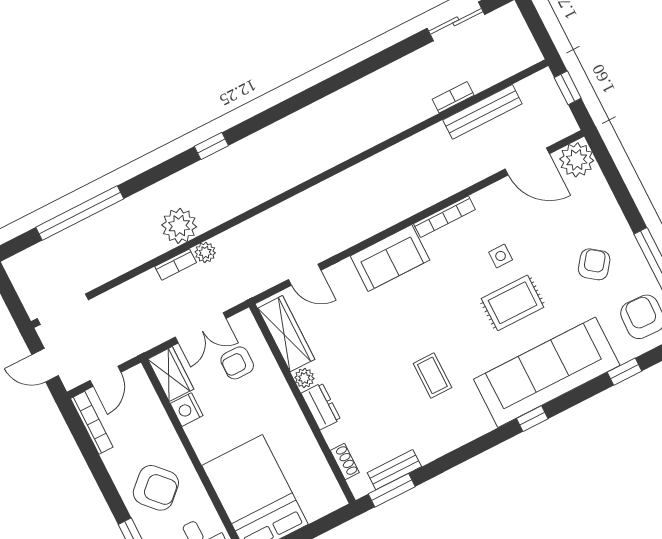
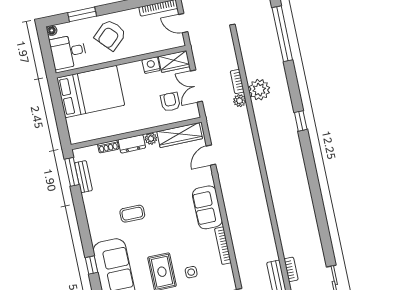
shoe rack: (345, 461) -> (108, 147), moved

